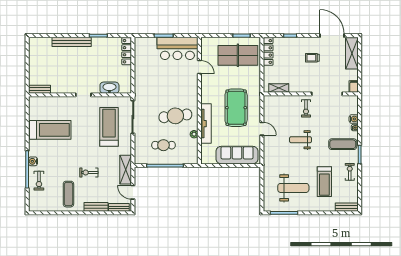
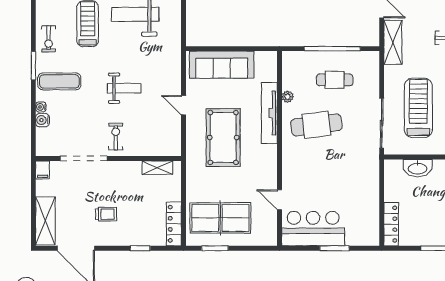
treadmill: (109, 127) -> (418, 108), turned 180

